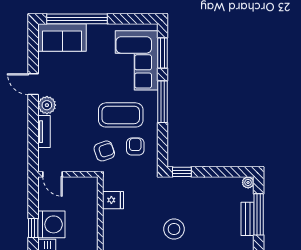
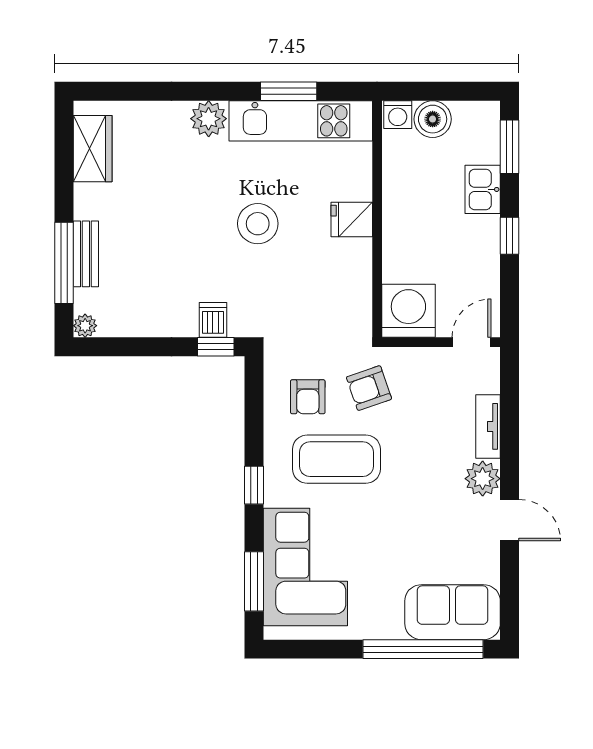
window: (162, 102) -> (254, 485), width x0.46
door: (52, 174) -> (471, 342), hinge flipped
dishwasher: (183, 185) -> (213, 320), added
fridge: (113, 200) -> (352, 220), moved
washing machine: (51, 224) -> (408, 311), moved, turned 90
stool: (174, 229) -> (258, 224), moved

